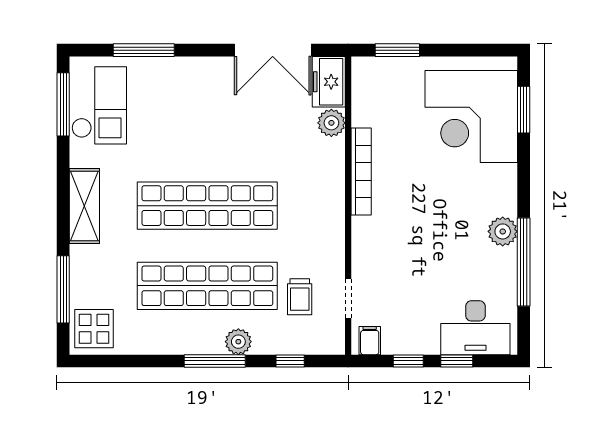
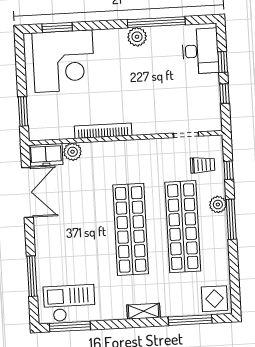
shelving: (84, 206) -> (143, 311), width x0.67, depth x0.75
trolley: (300, 297) -> (203, 165), moved
filing cabinet: (370, 341) -> (213, 119), removed

